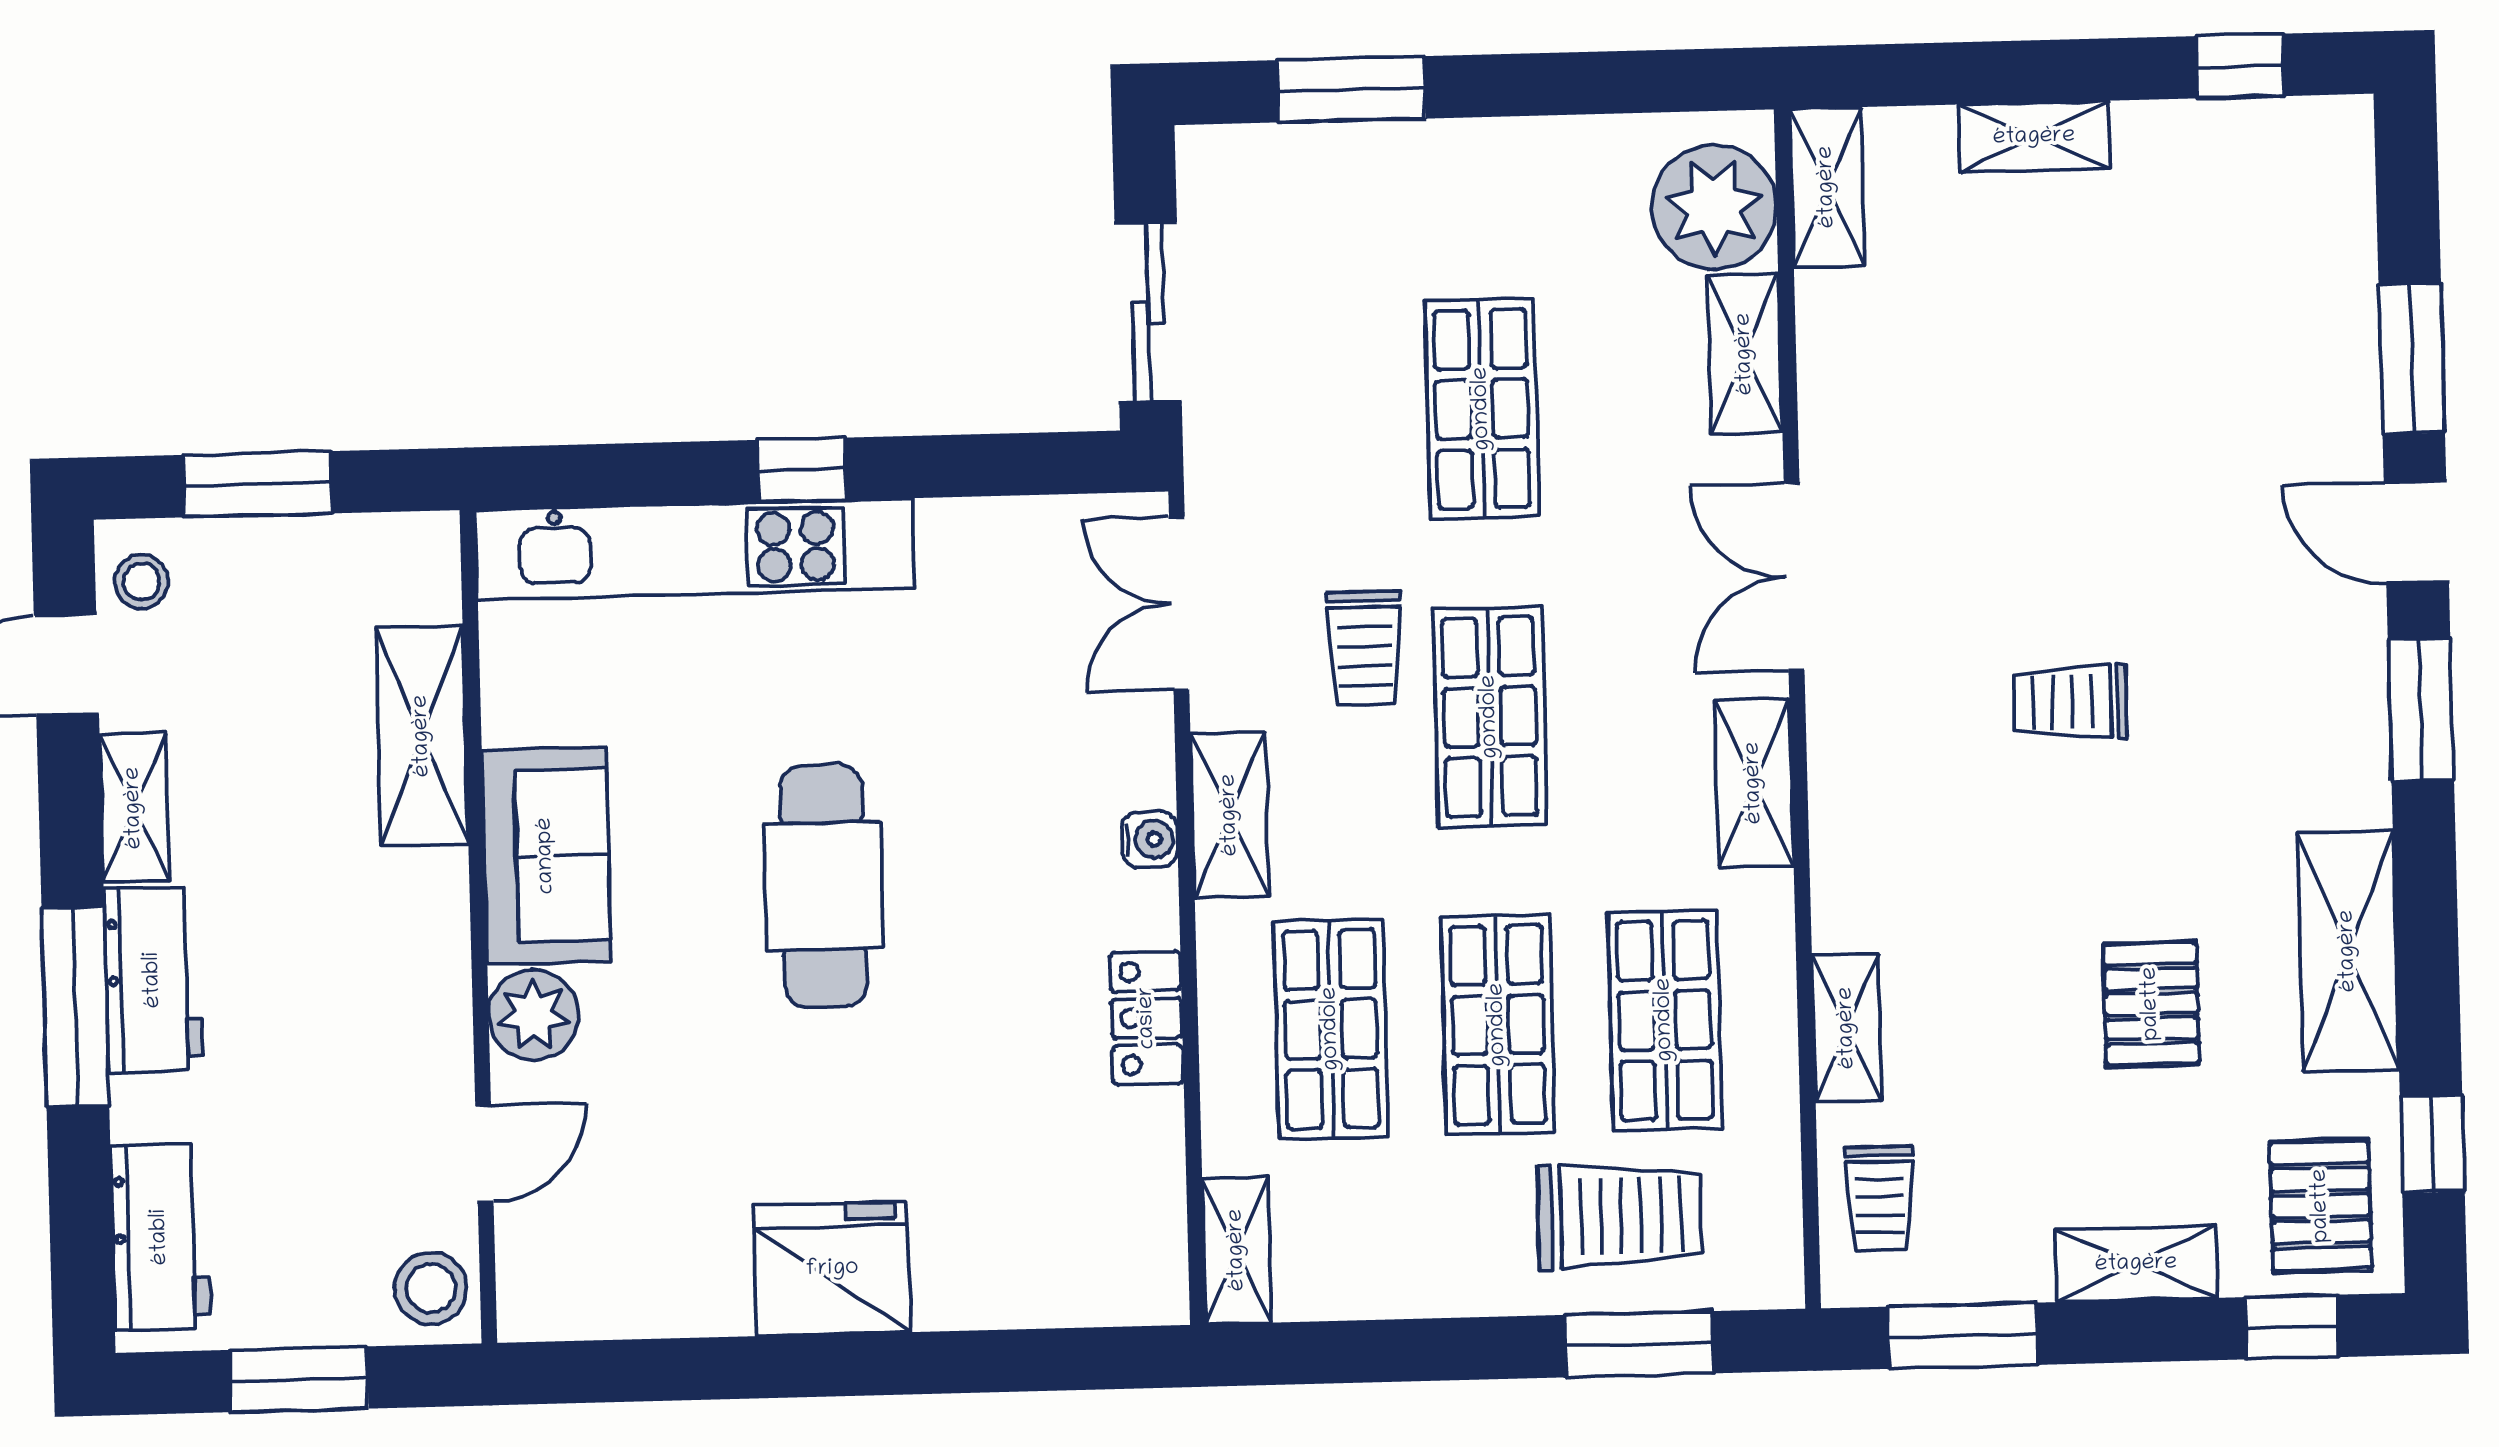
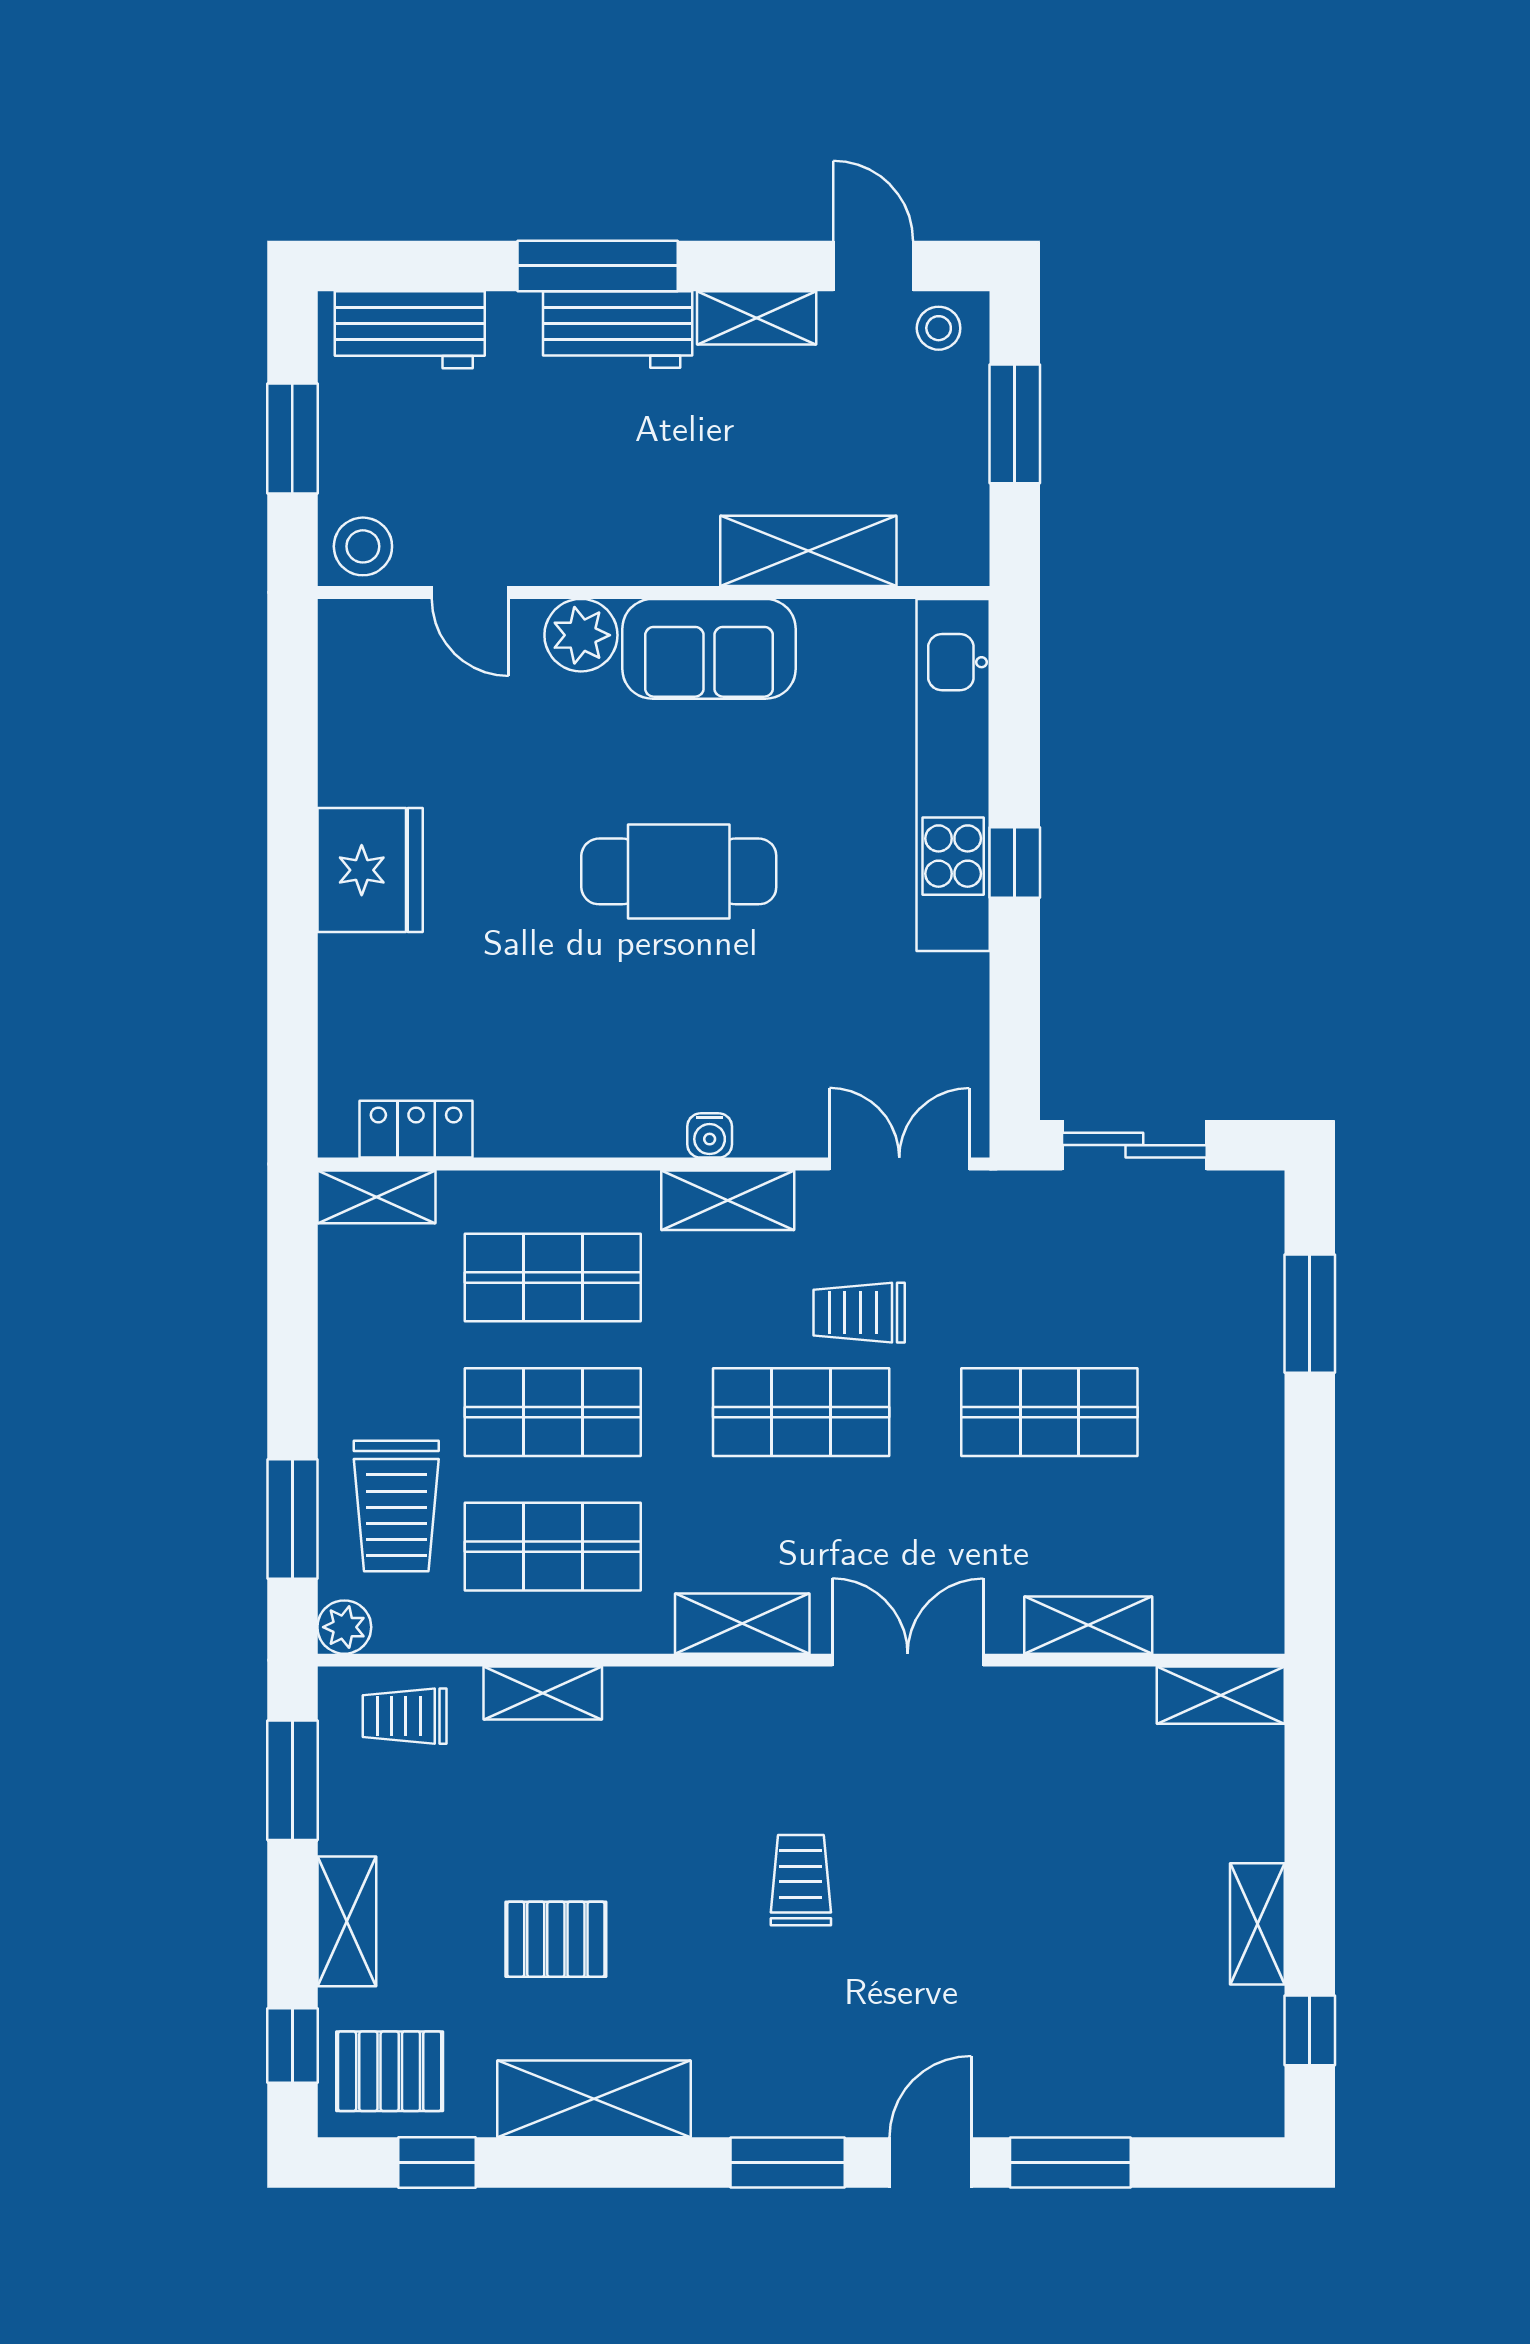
shelving: (2034, 137) -> (1257, 1924), moved
plant: (1714, 207) -> (344, 1627), moved, width x0.53, depth x0.53
locker: (1147, 1018) -> (416, 1129), moved

